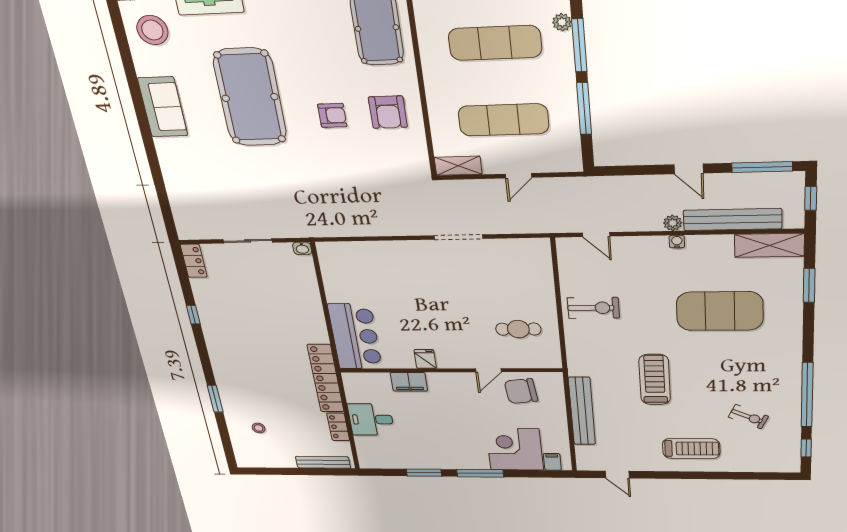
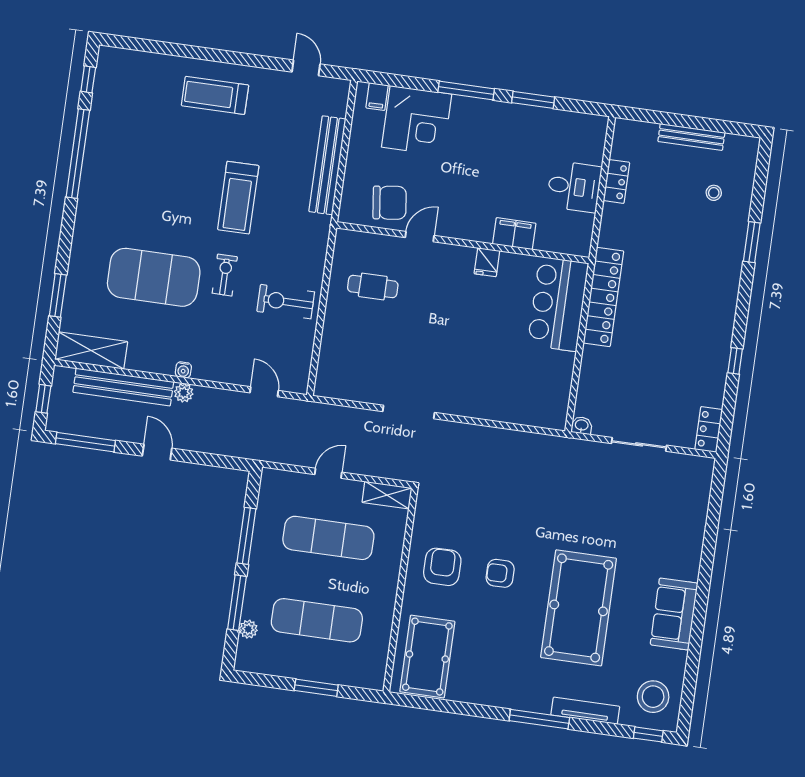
locker: (326, 378) -> (603, 297), moved
exercise bike: (748, 417) -> (225, 275), moved, turned 65
bench: (323, 462) -> (691, 137), moved

